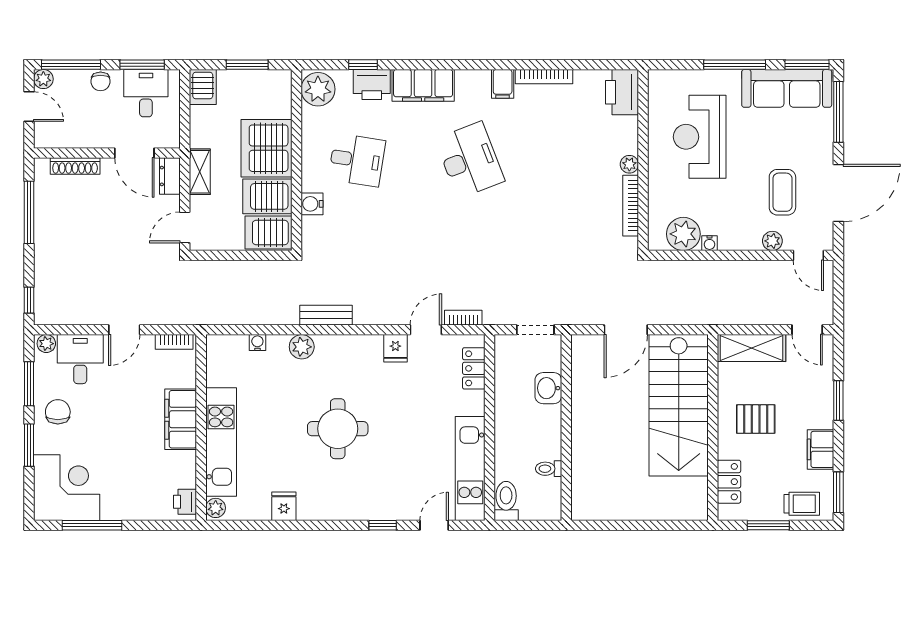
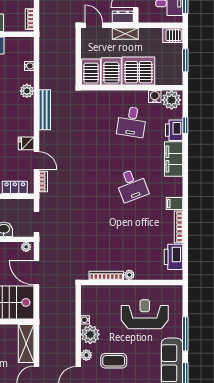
printer: (622, 92) -> (173, 257), moved, turned -90
desk: (470, 160) -> (132, 185), width x0.73
water cooler: (312, 204) -> (155, 97), moved
plant: (683, 234) -> (90, 334), moved
bench: (326, 315) -> (45, 110), width x1.36
plant: (580, 348) -> (26, 247), added

